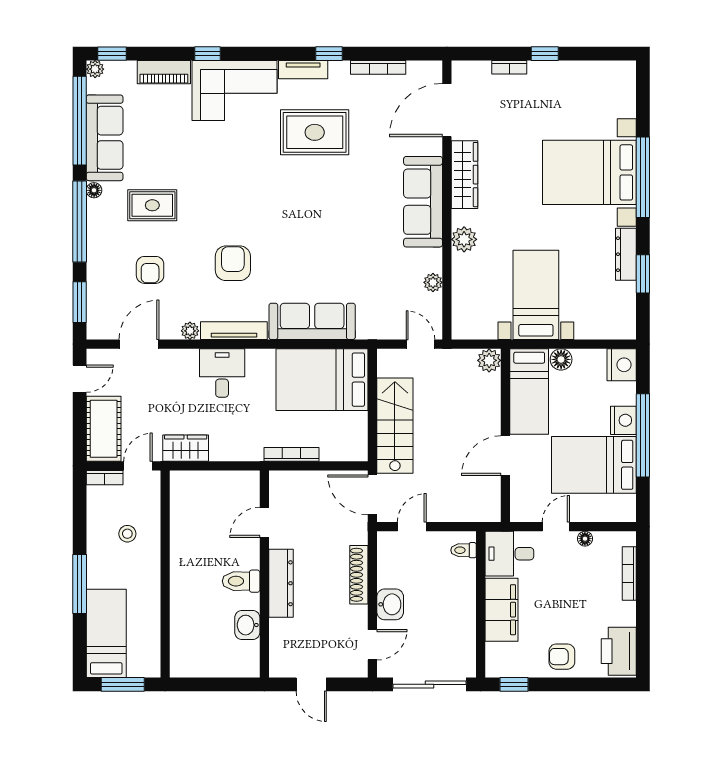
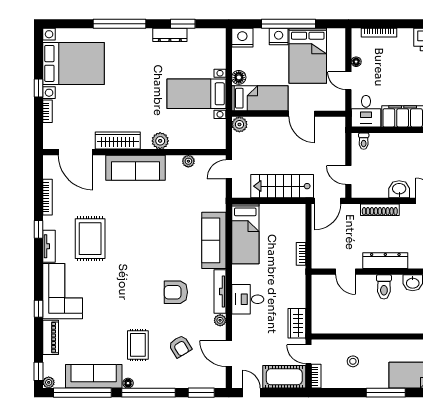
bed with nightstands: (589, 172) -> (74, 63), moved, turned -90
armchair: (150, 270) -> (180, 346), turned 59
bed: (322, 380) -> (245, 234), width x0.67
bookcase: (292, 454) -> (301, 254), width x0.64

